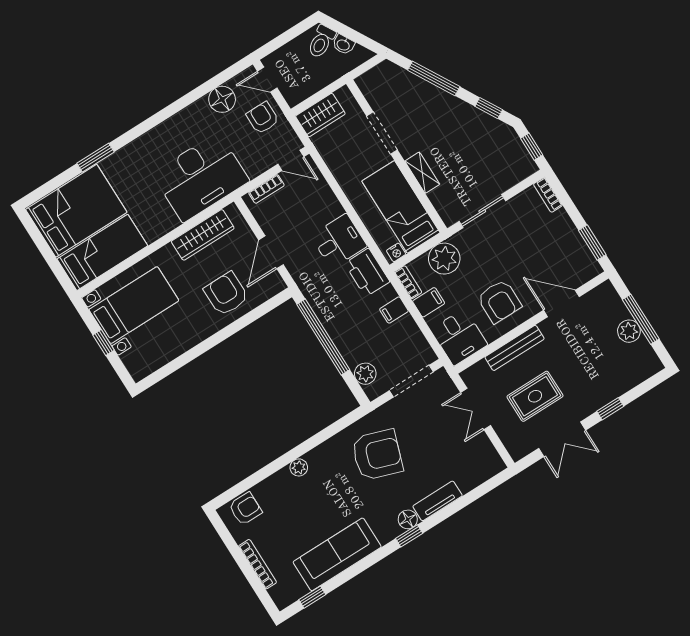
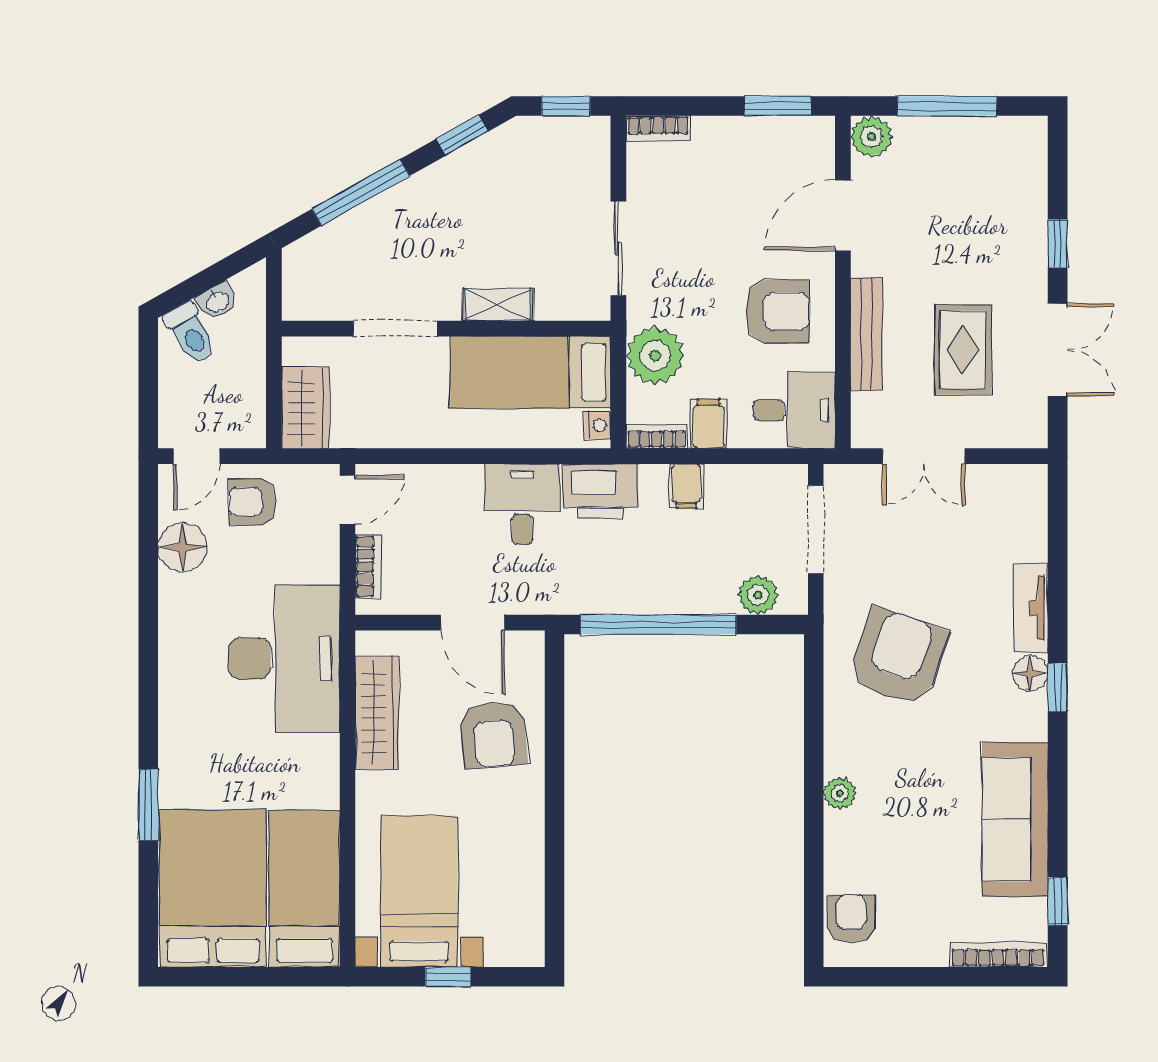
armchair: (226, 294) -> (493, 735), turned -95
plant: (629, 331) -> (871, 137), moved
bookcase: (258, 564) -> (998, 955), moved

